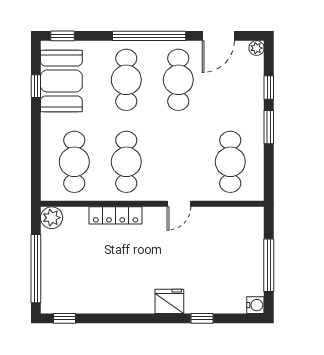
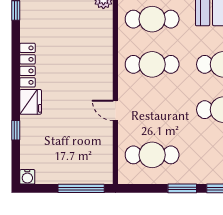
locker: (116, 215) -> (28, 65), moved, turned 180
window: (269, 265) -> (81, 188), moved

